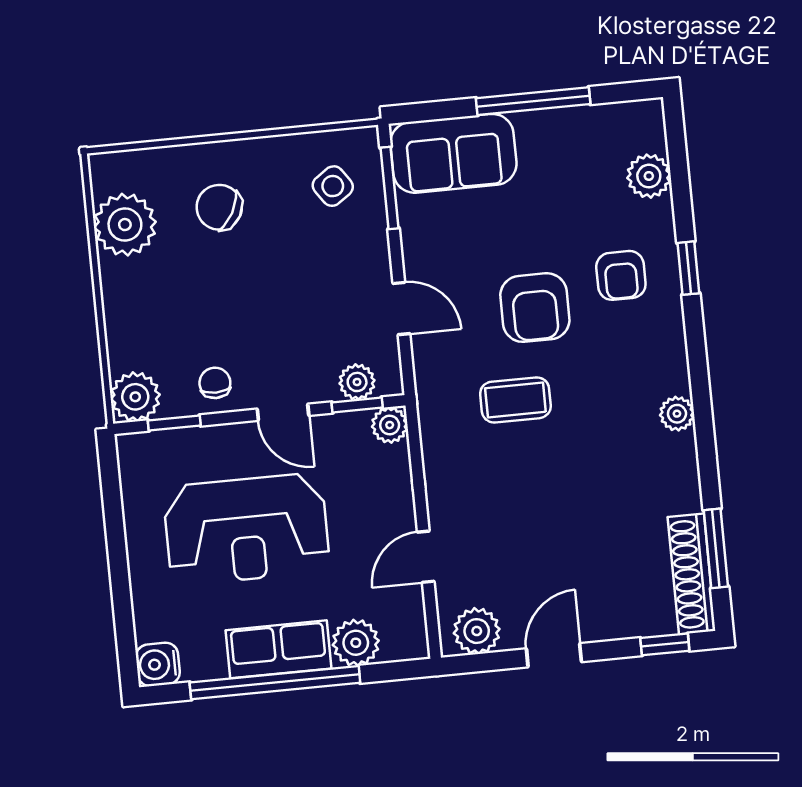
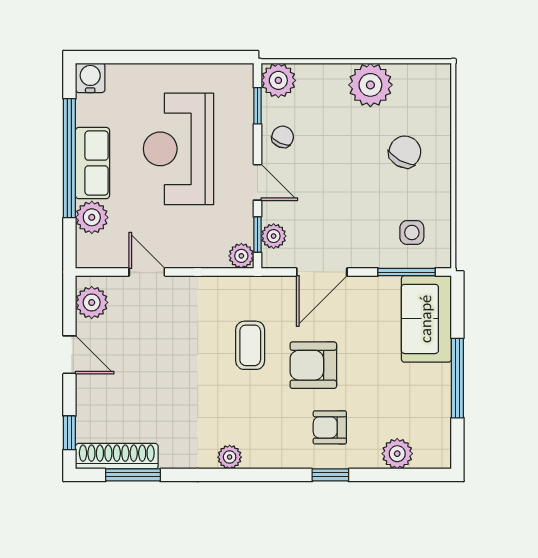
side table: (333, 186) -> (412, 233), turned 35
plant: (125, 225) -> (370, 85), moved
door: (401, 308) -> (322, 272), width x1.38
chair: (215, 383) -> (283, 137), turned -66
door: (283, 412) -> (257, 182), swing flipped

